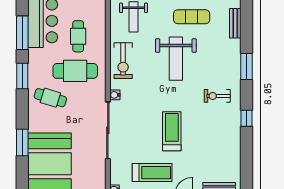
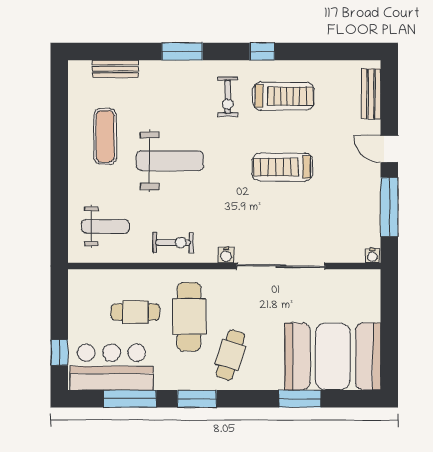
exercise bike: (123, 61) -> (173, 242), width x0.73, depth x0.72
treadmill: (152, 173) -> (283, 96), moved, turned 90

